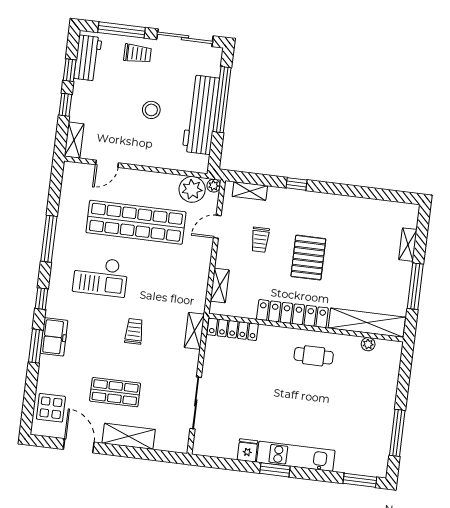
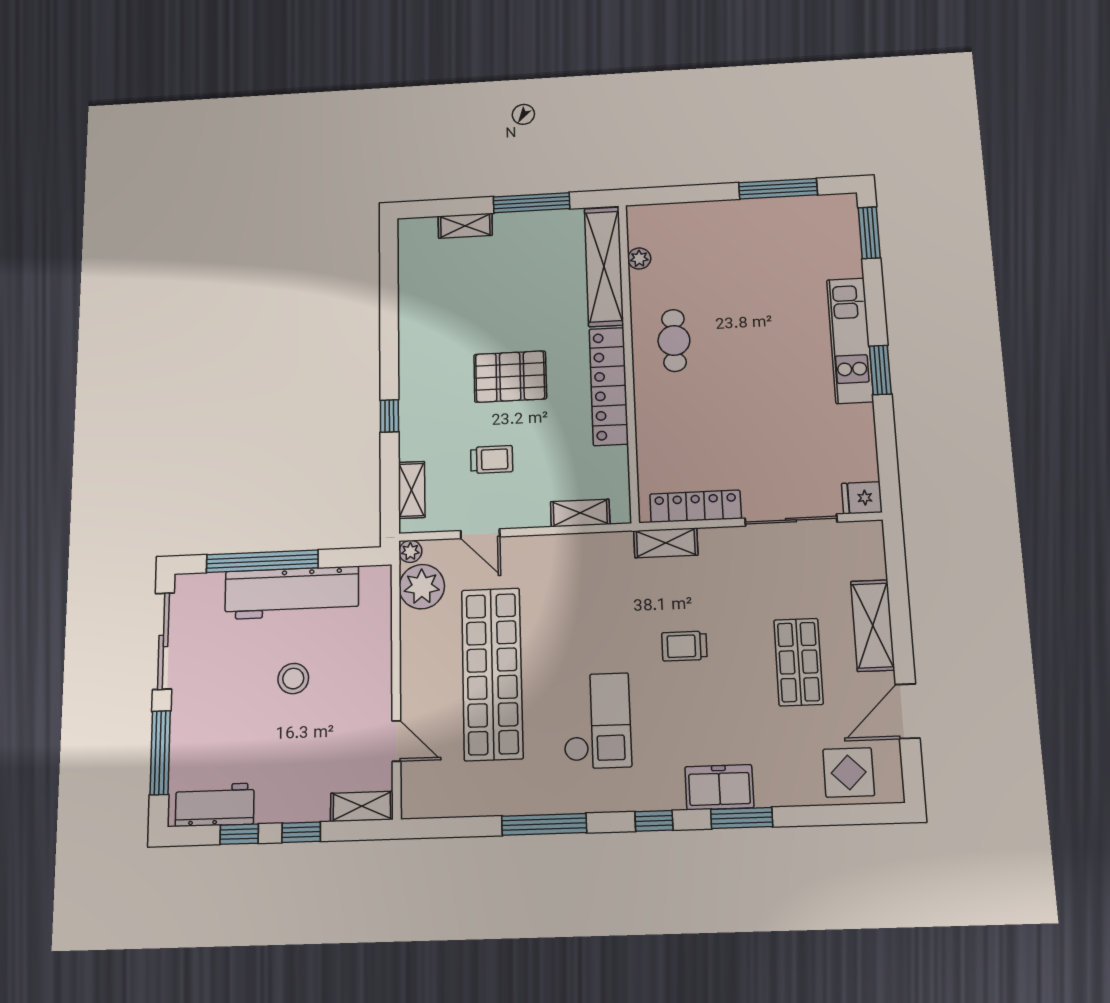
trolley: (137, 54) -> (198, 718), removed
locker: (233, 329) -> (695, 506), moved, turned -90
fridge: (247, 450) -> (862, 498), moved

